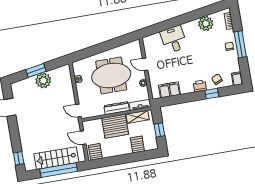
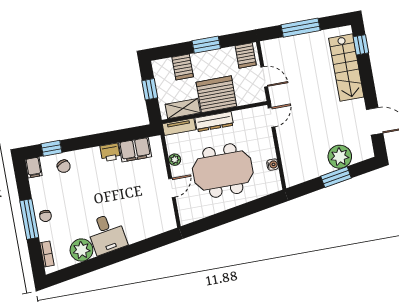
desk: (174, 39) -> (107, 234), moved
door: (145, 64) -> (172, 188), hinge flipped
plant: (43, 81) -> (340, 157), moved
printer: (200, 86) -> (110, 152), moved
window: (212, 94) -> (51, 148), moved
door: (79, 111) -> (272, 117), hinge flipped
stairs: (56, 158) -> (346, 68), moved, turned 90
window: (121, 159) -> (206, 45), added
window: (59, 170) -> (301, 28), width x0.68

